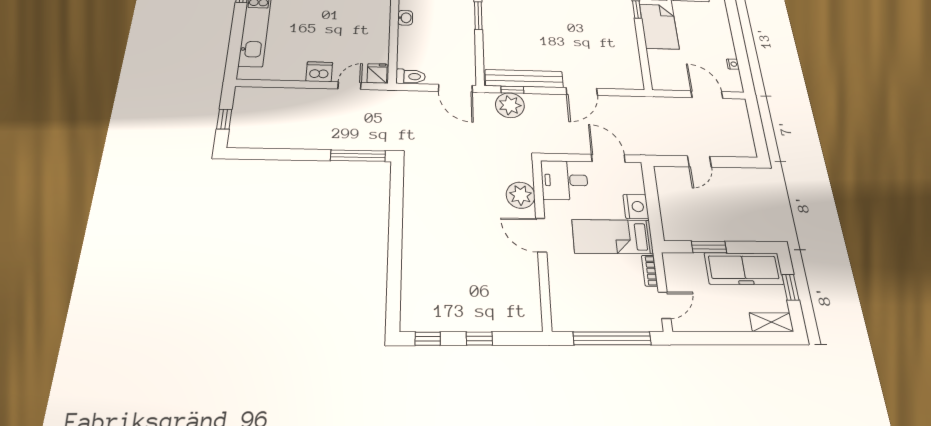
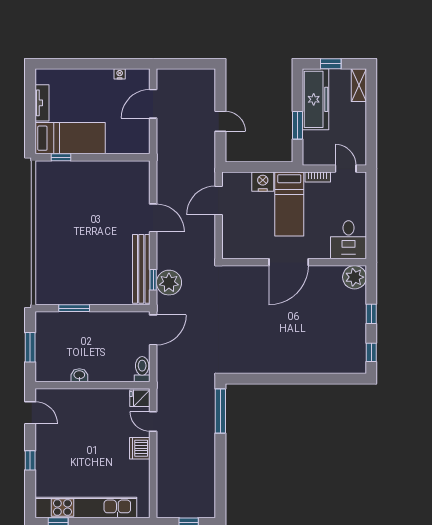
desk: (565, 180) -> (349, 240), moved
plant: (521, 195) -> (355, 277), moved
door: (541, 235) -> (289, 262), width x1.36
window: (612, 338) -> (371, 213), removed

